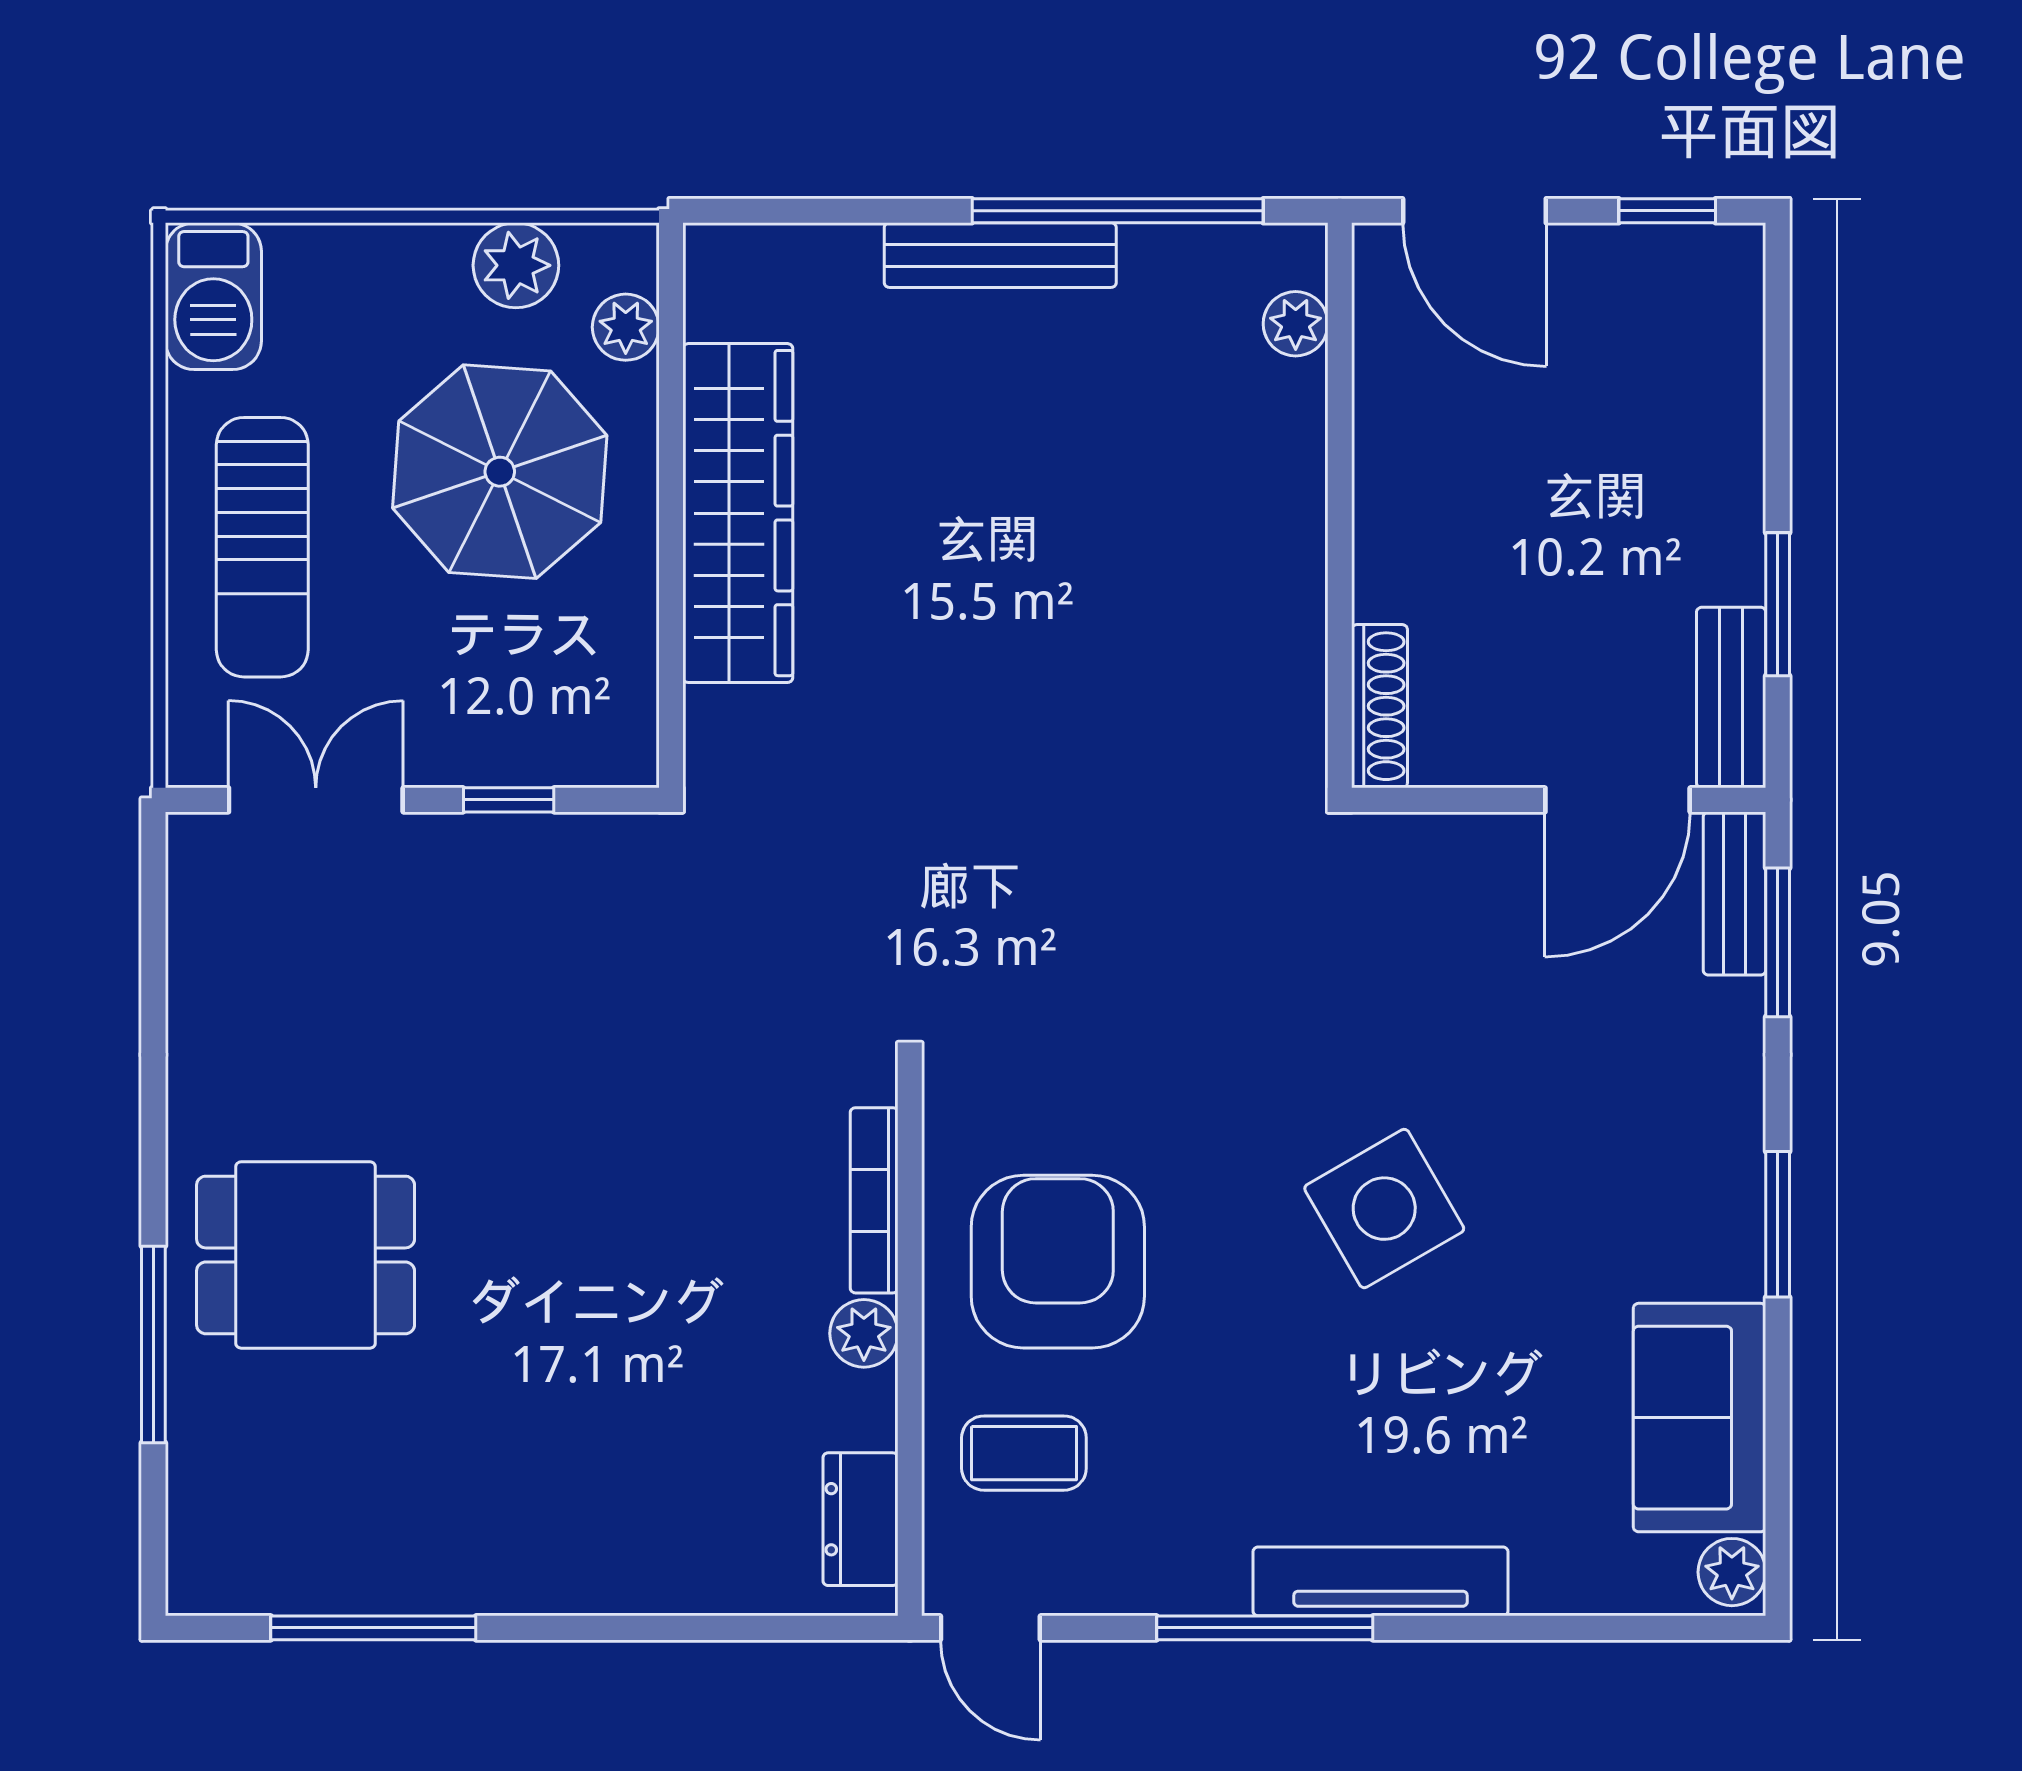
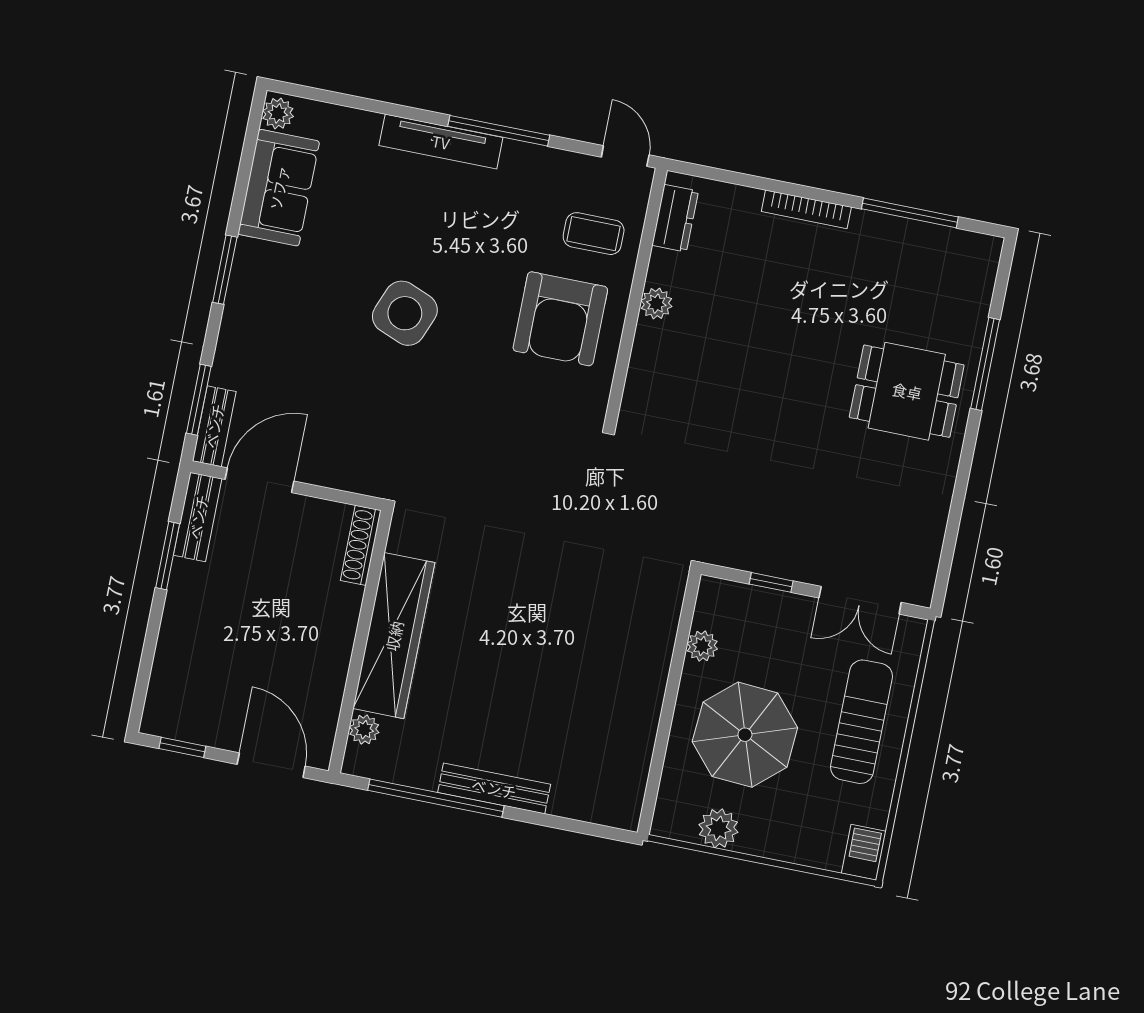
barbecue: (213, 296) -> (864, 852), width x0.73, depth x0.79
plant: (626, 327) -> (702, 646), moved
wardrobe: (738, 513) -> (394, 636), moved, turned 180
bookcase: (874, 1200) -> (806, 209), moved, turned 90
side table: (1384, 1209) -> (405, 313), turned -38

